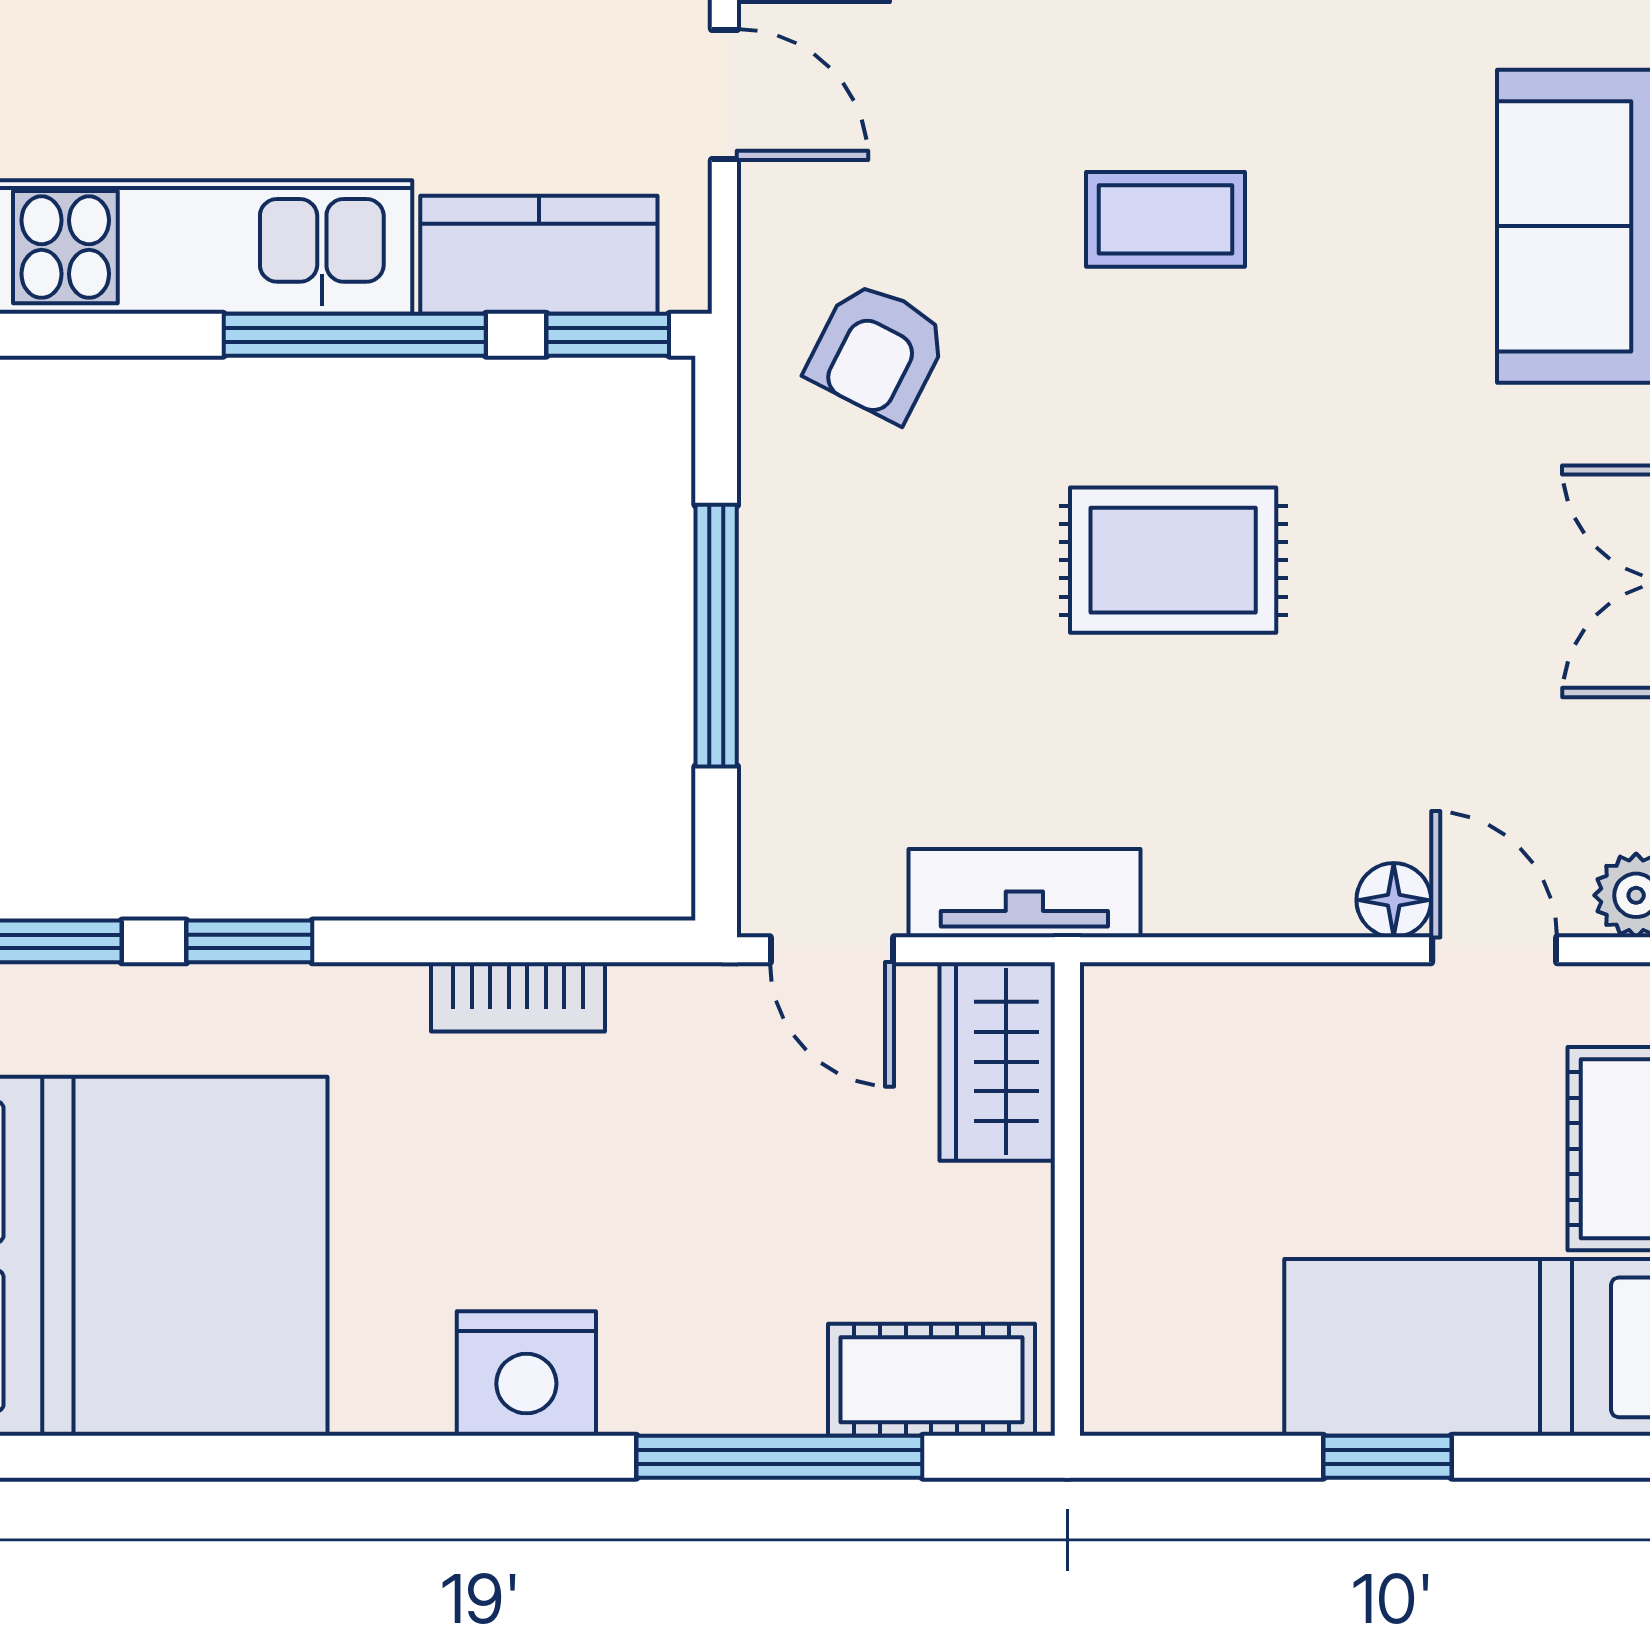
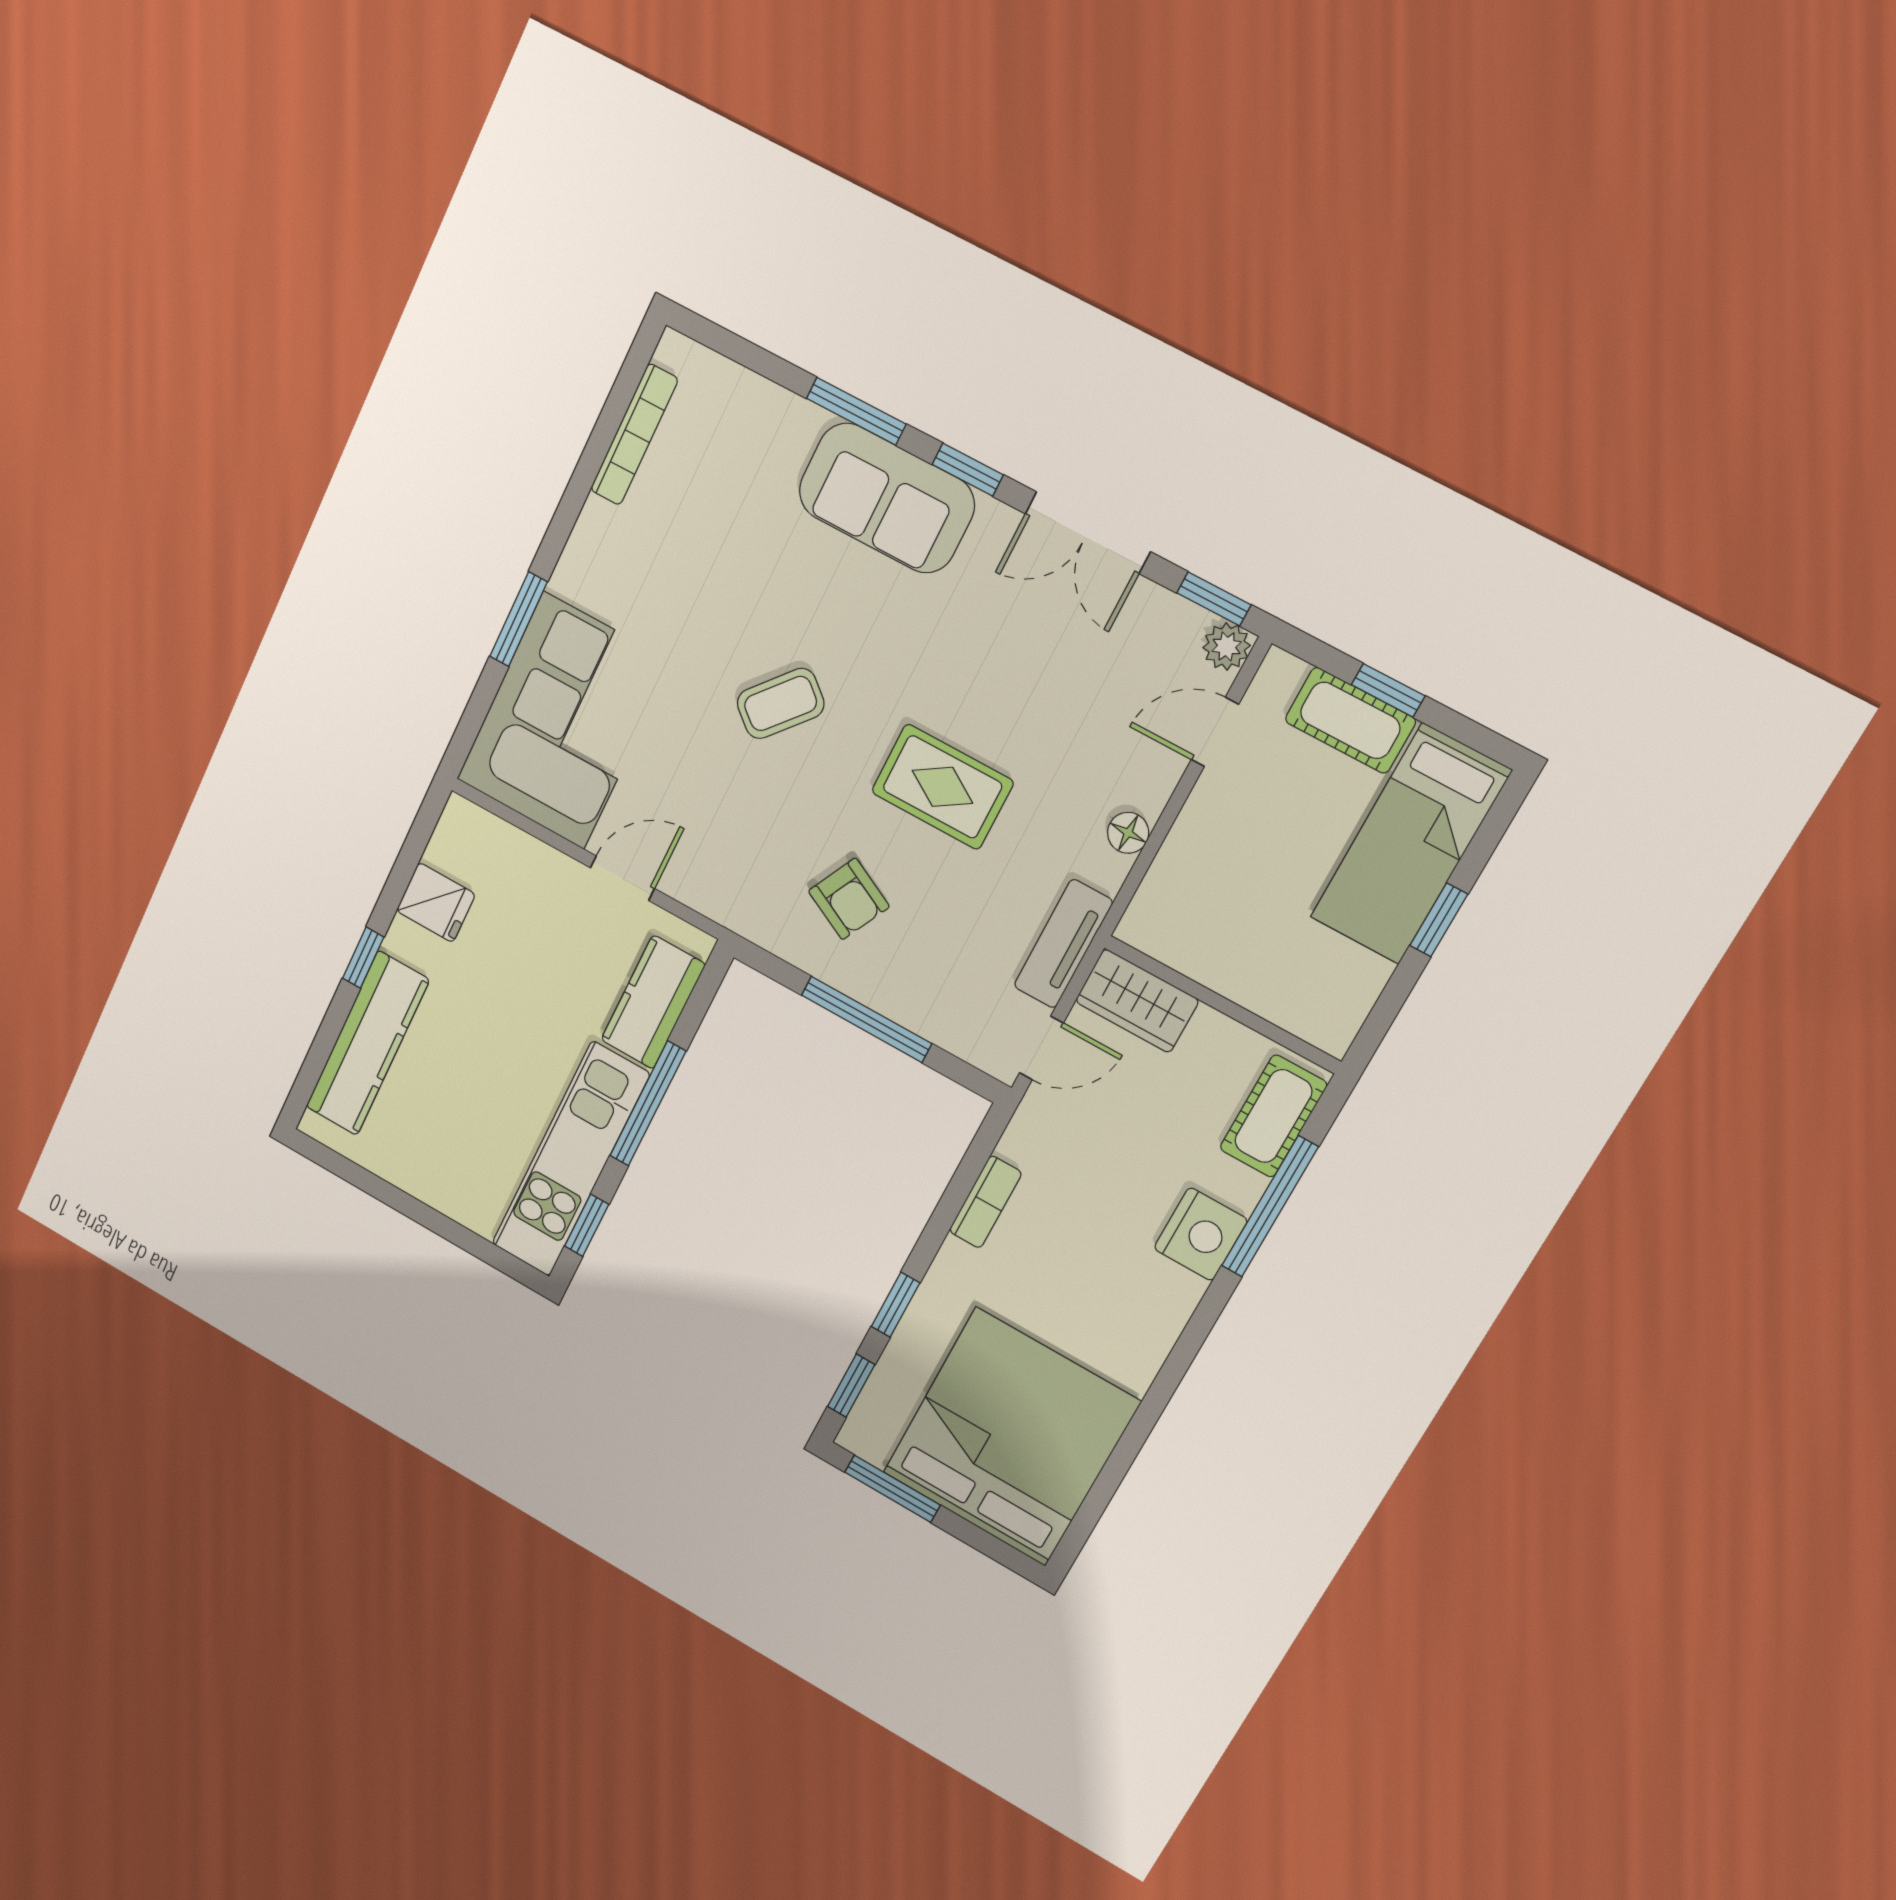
coffee table: (1165, 219) -> (781, 704), turned 41
window: (608, 335) -> (587, 1225), moved
armchair: (877, 351) -> (849, 899), moved
rug: (1173, 560) -> (942, 787), turned 90
floor lamp: (1394, 900) -> (1128, 833), moved
nightstand: (526, 1374) -> (1201, 1234), moved

